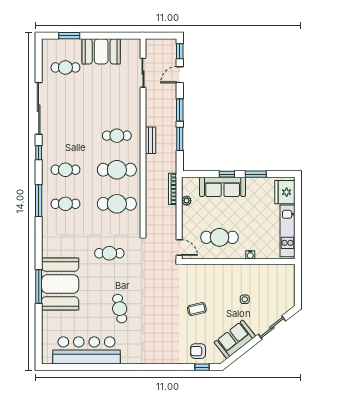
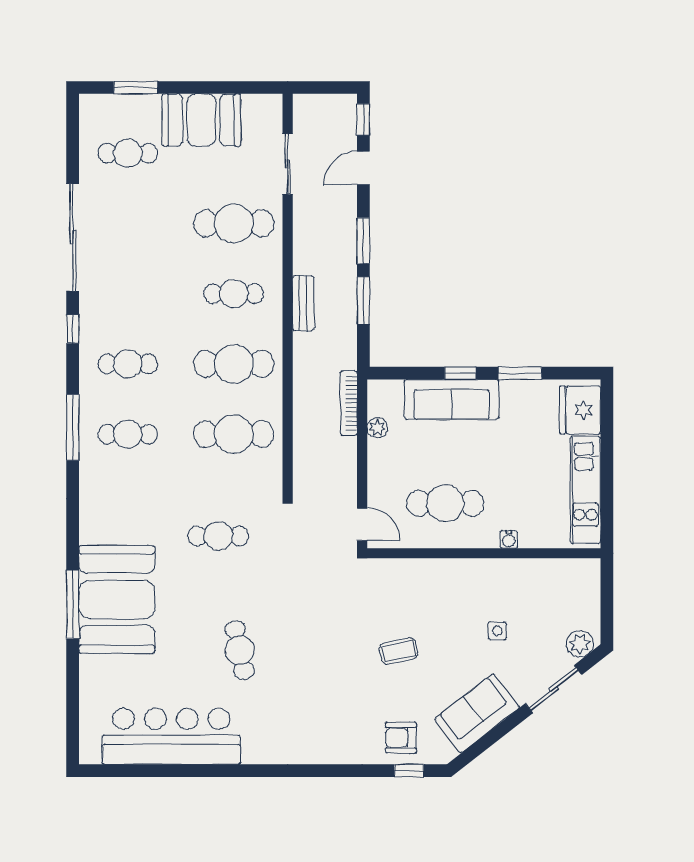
cafe table: (117, 102) -> (234, 223), added
plant: (285, 305) -> (580, 644), added

